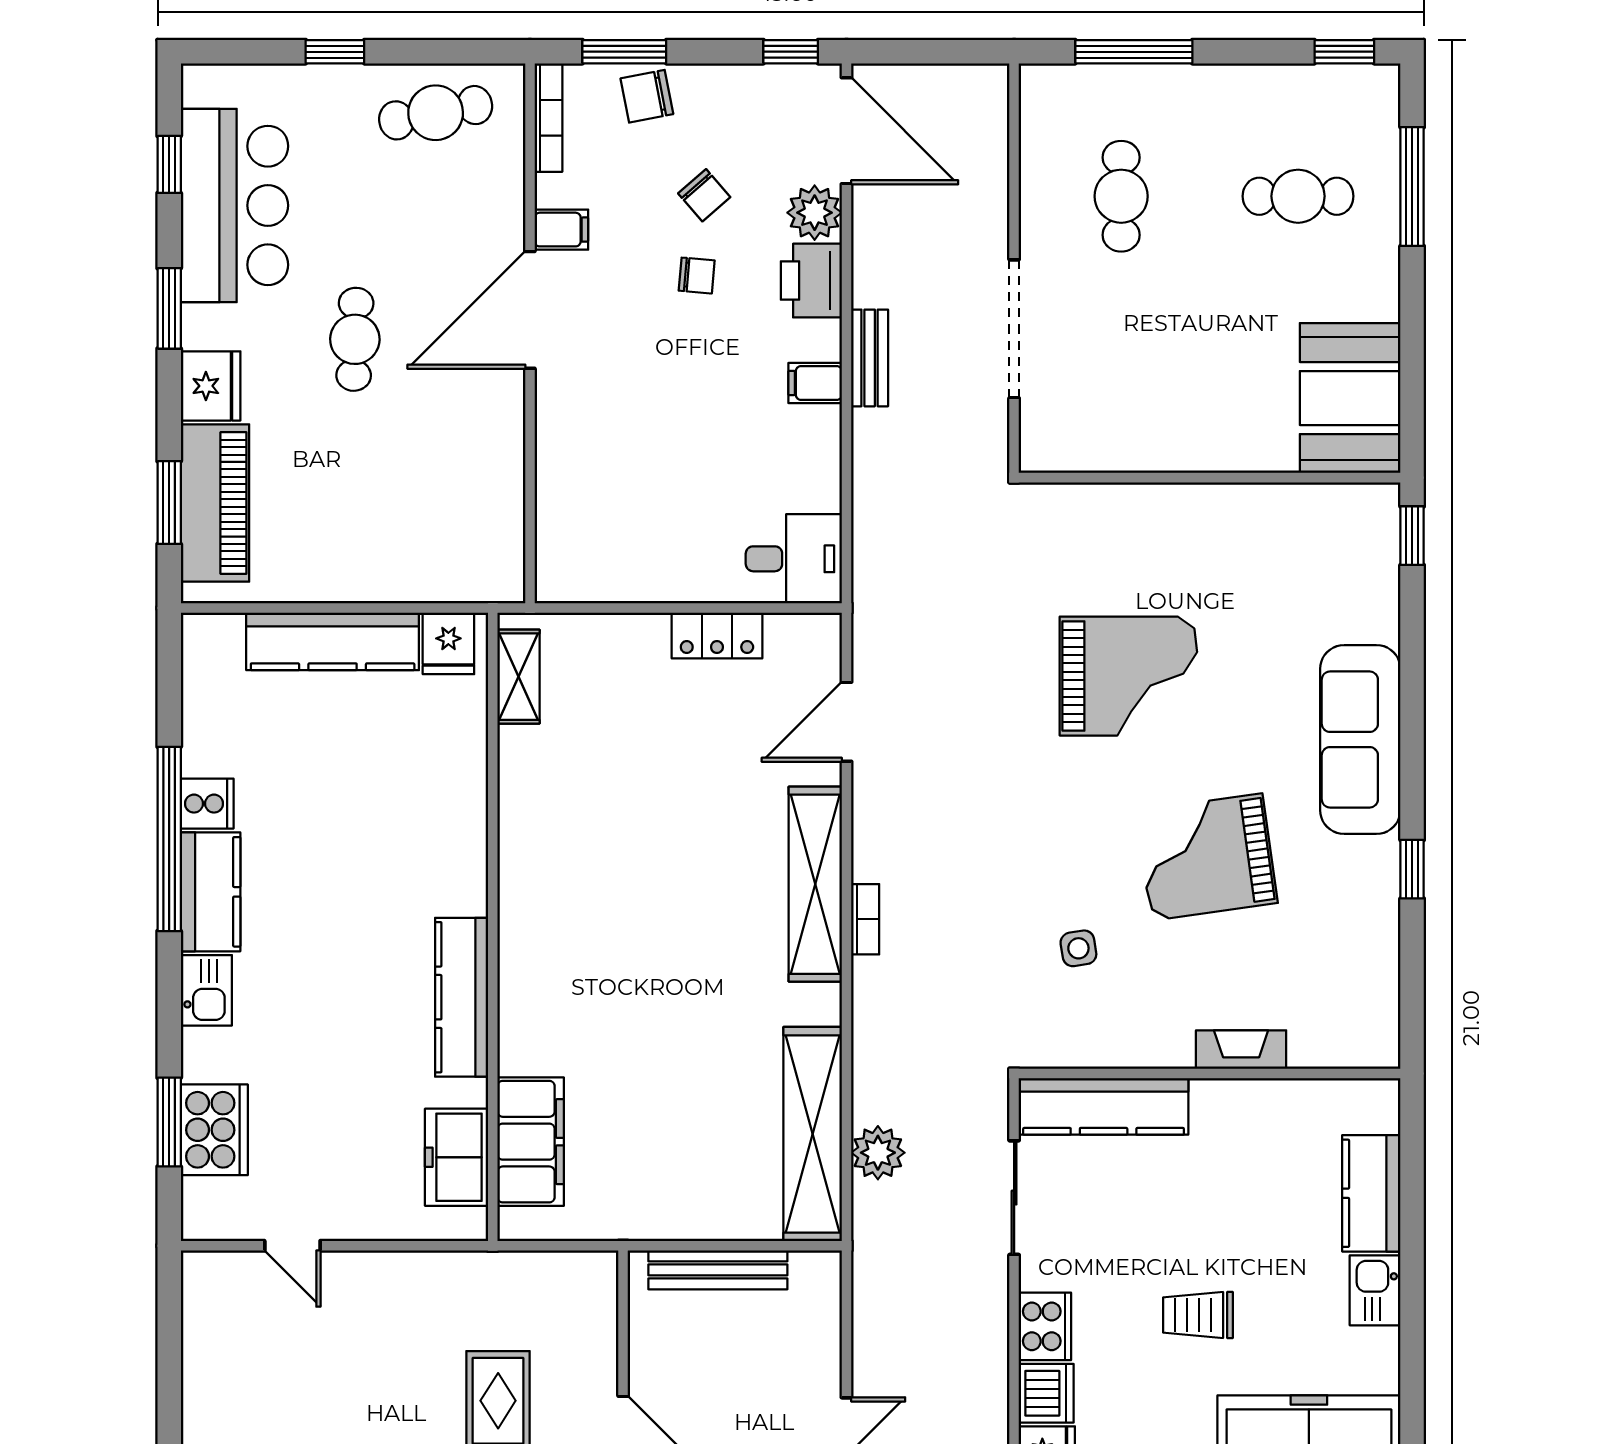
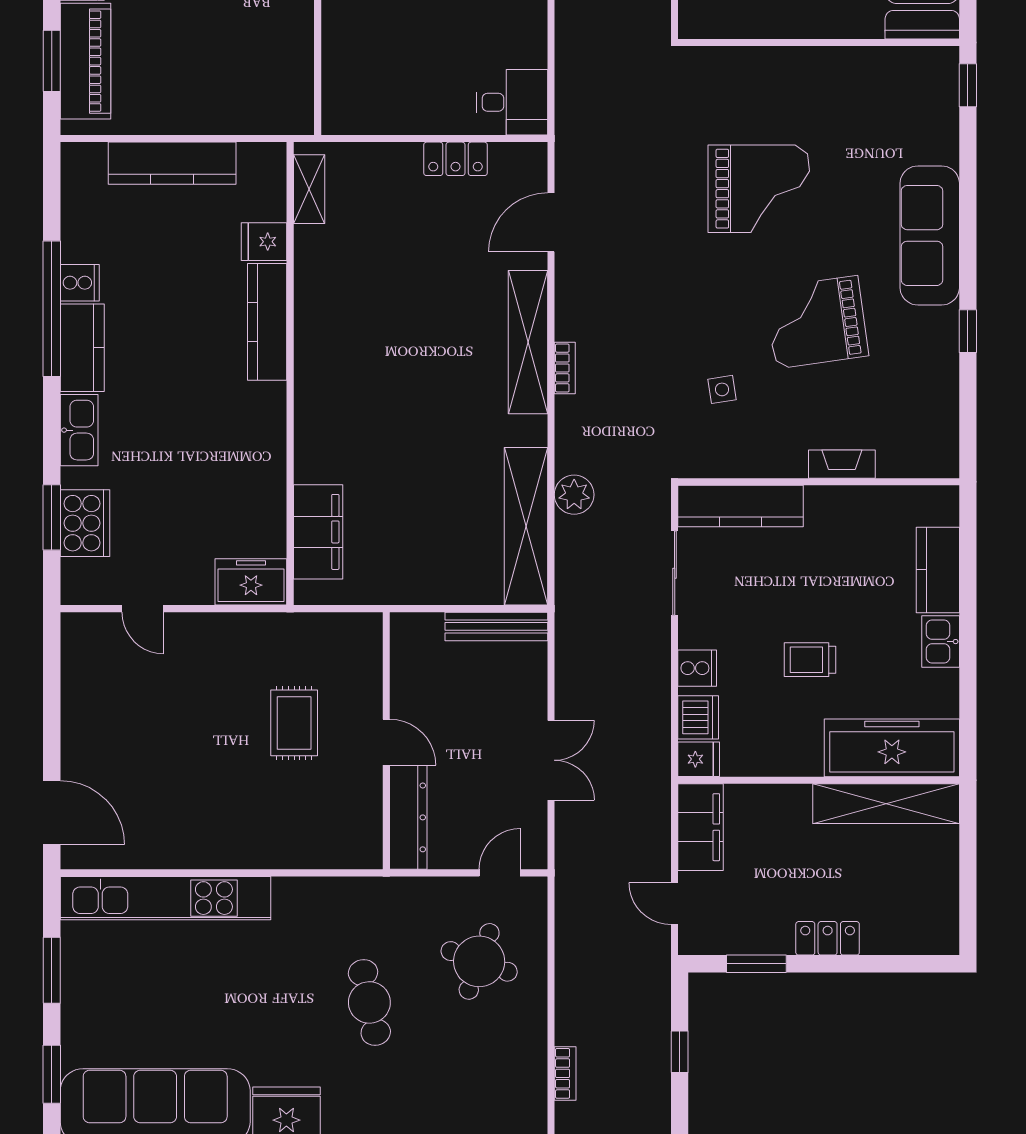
fridge: (448, 643) -> (264, 242), moved, turned 90
kitchen sink: (206, 990) -> (79, 430), width x1.38
kitchen counter: (462, 997) -> (267, 322), moved
plant: (878, 1153) -> (574, 495), moved
freezer: (457, 1157) -> (251, 582), moved, turned 90
bench: (718, 1270) -> (496, 626), moved
cooker: (1045, 1326) -> (697, 668), width x0.73

